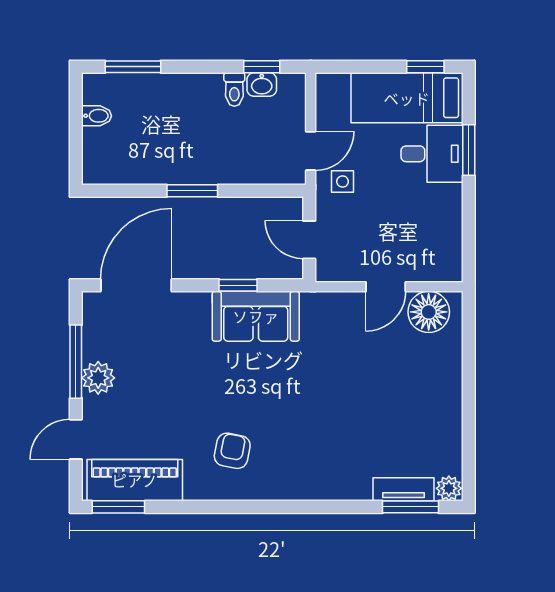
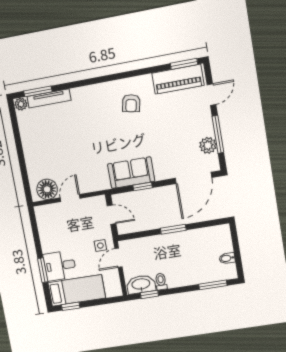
washbasin: (262, 84) -> (141, 284), width x1.91, depth x1.45
plant: (98, 378) -> (208, 145), moved
tv unit: (404, 489) -> (49, 98), width x1.41

